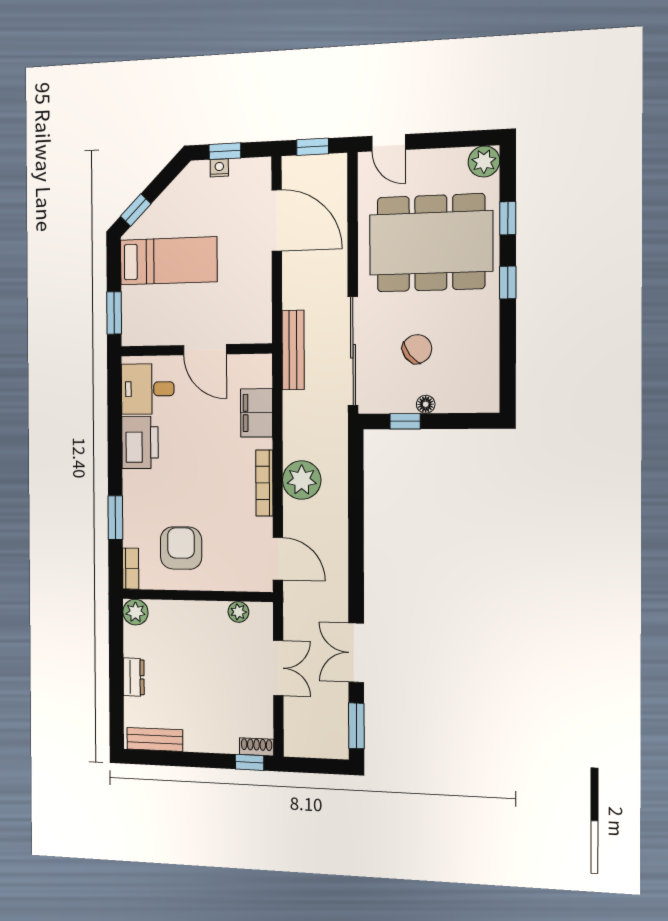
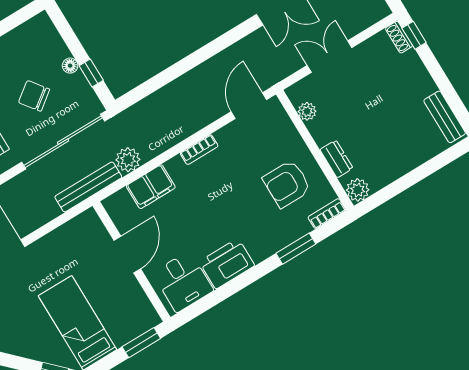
plant: (302, 480) -> (128, 160), moved, width x0.73, depth x0.73
bookcase: (264, 483) -> (199, 150), width x0.64
dresser: (134, 677) -> (336, 159), moved, turned 90

